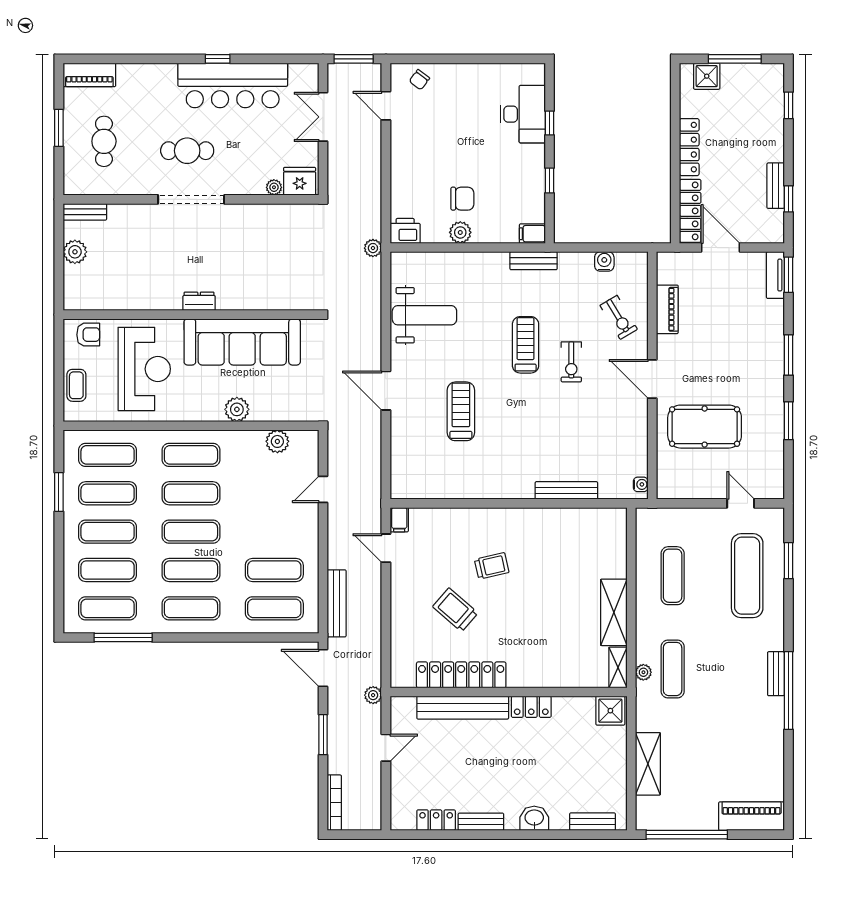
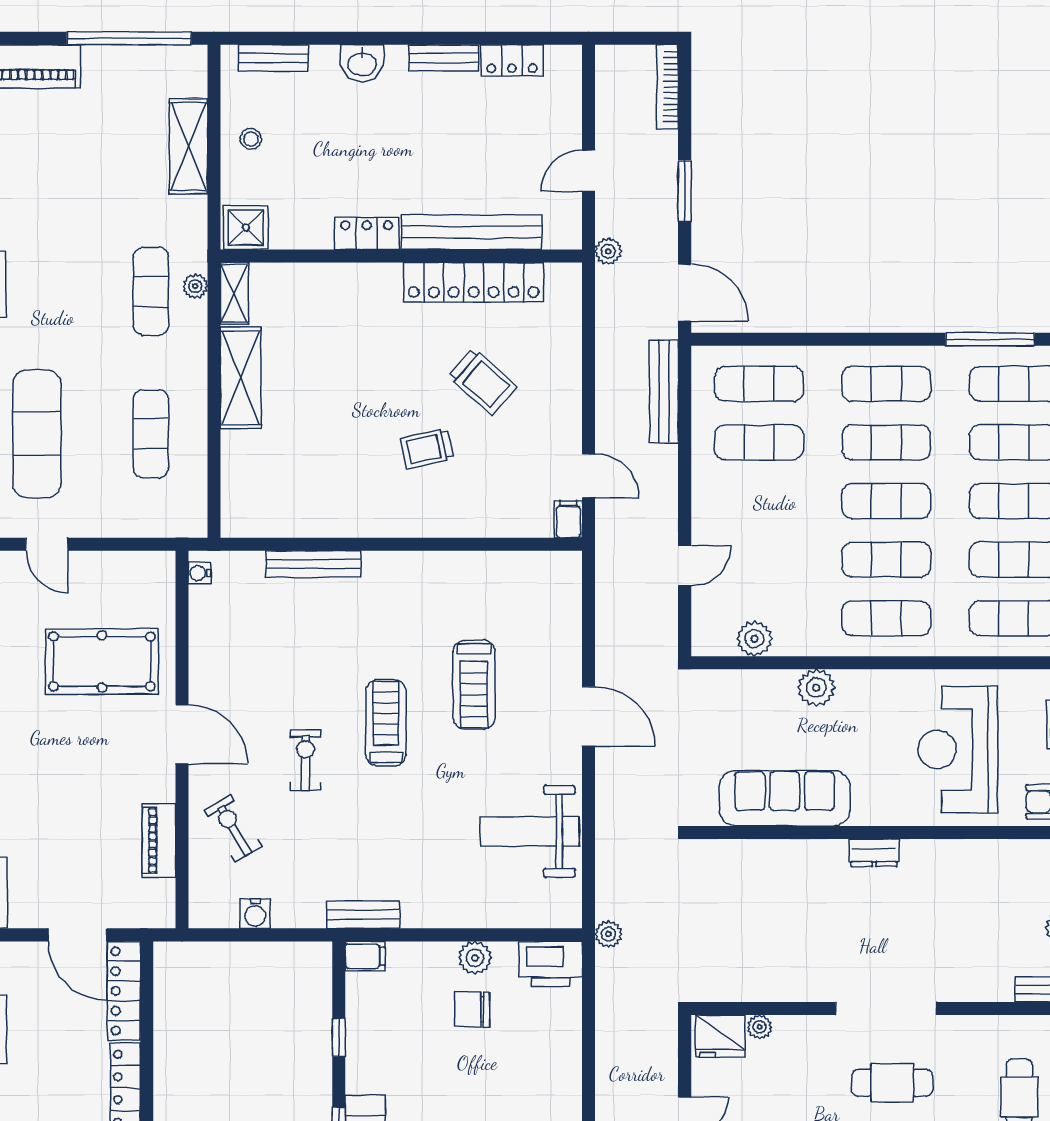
printer: (405, 231) -> (551, 964), width x1.37, depth x1.19
sofa: (242, 342) -> (785, 798), width x0.74, depth x0.79
treadmill: (526, 345) -> (386, 723), moved, turned 180
stool: (607, 769) -> (251, 139), added

